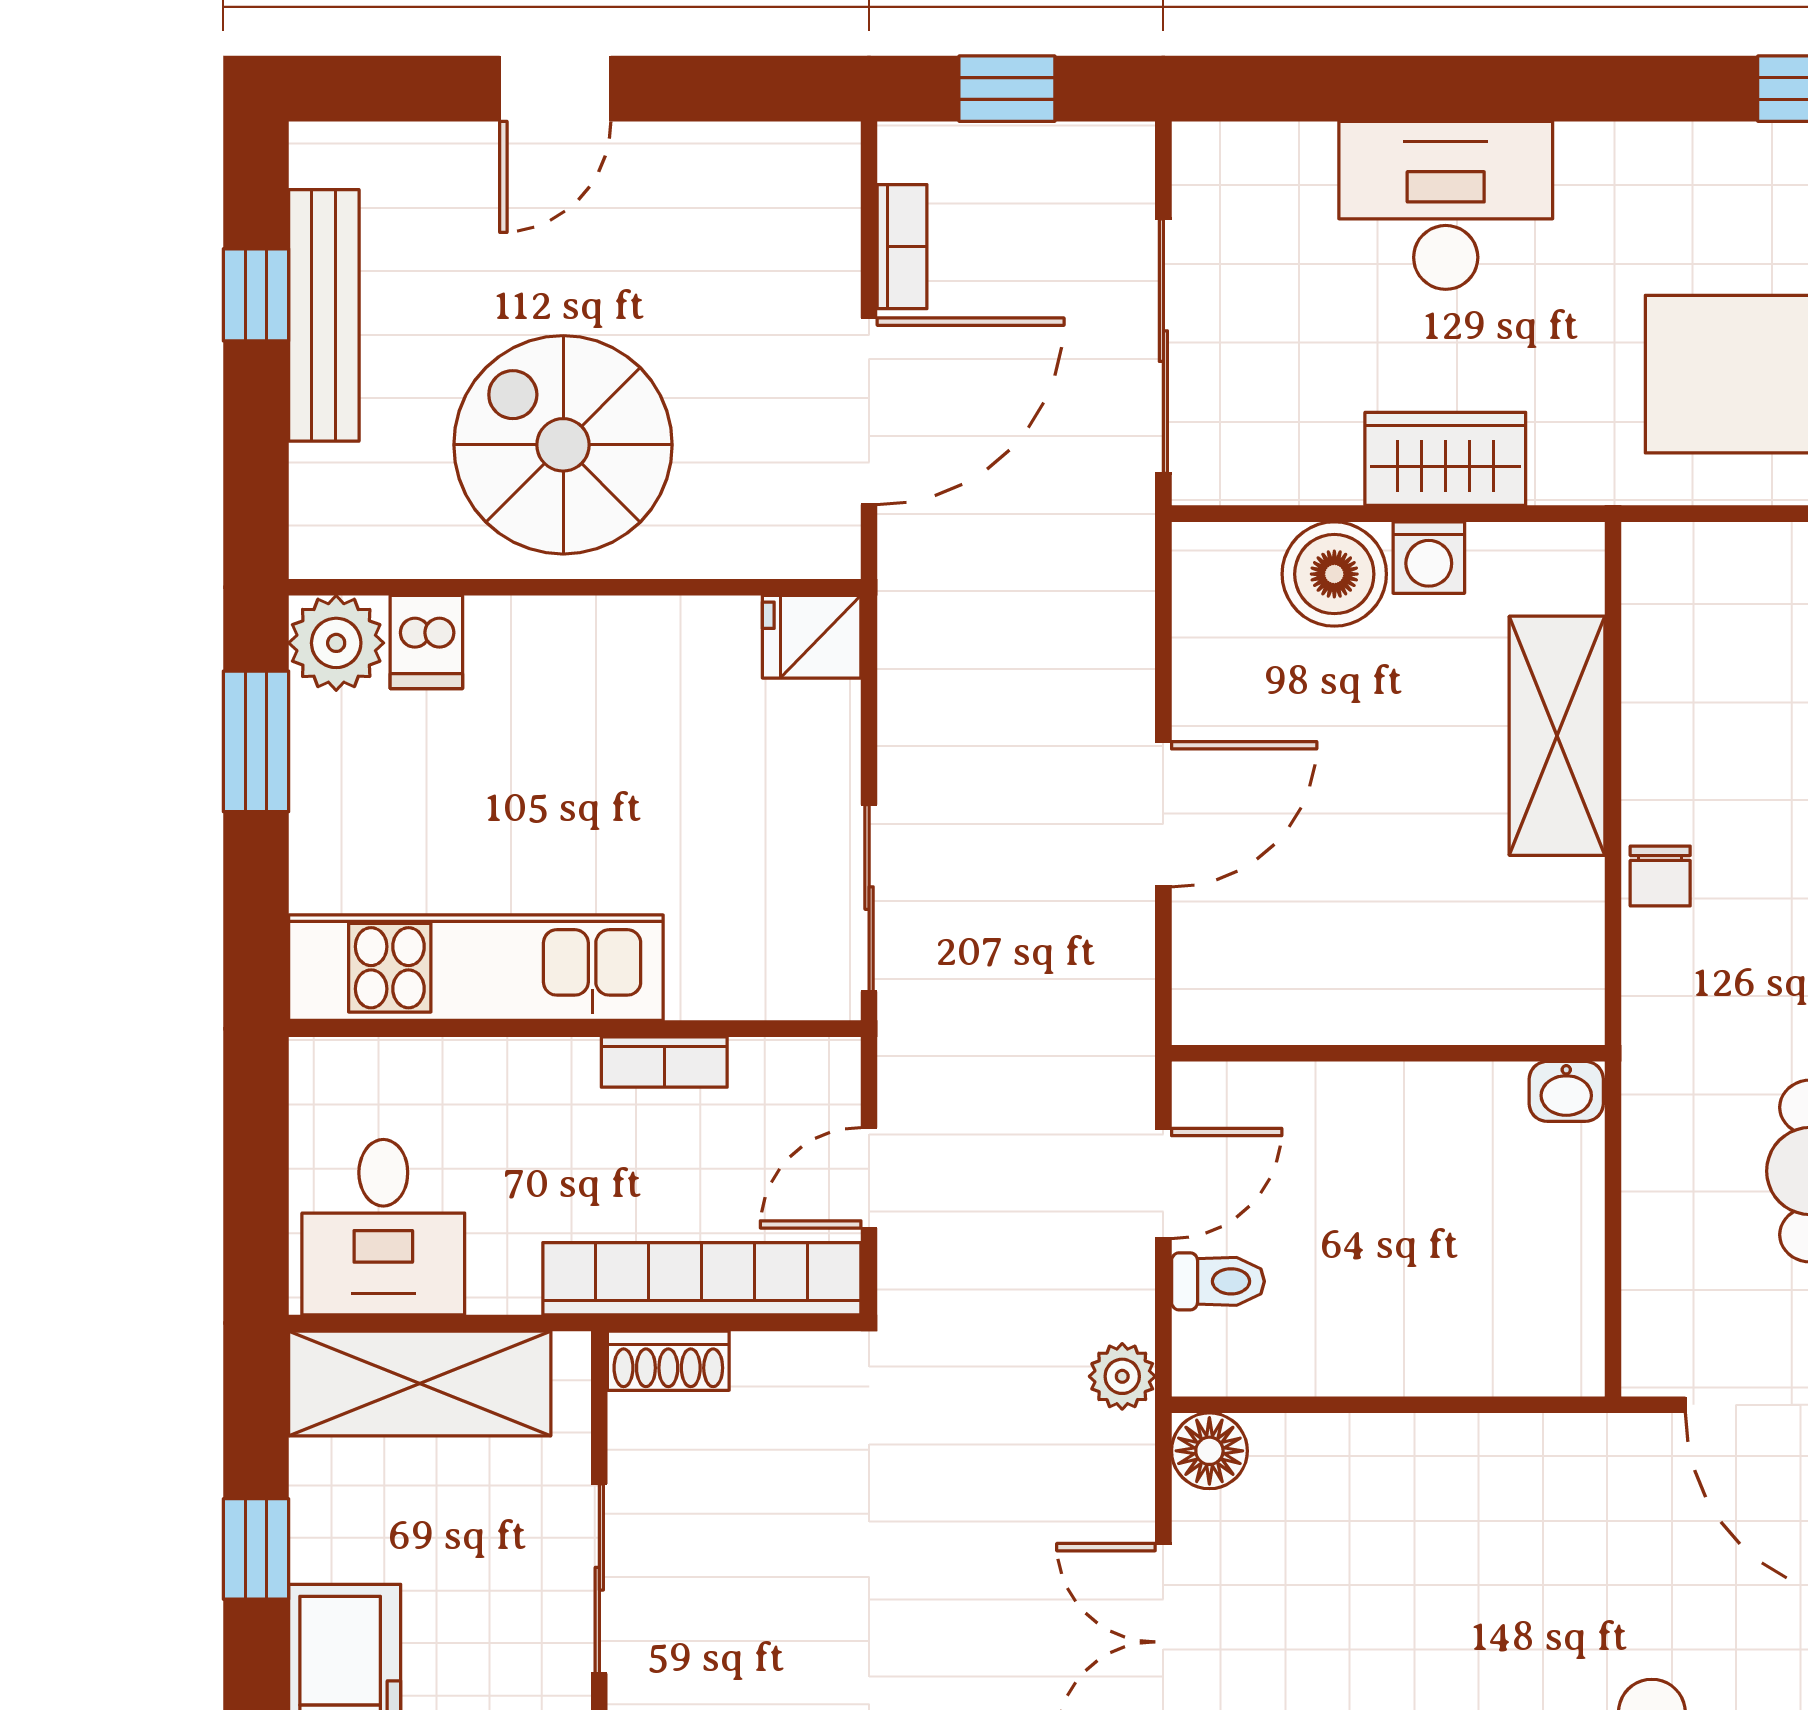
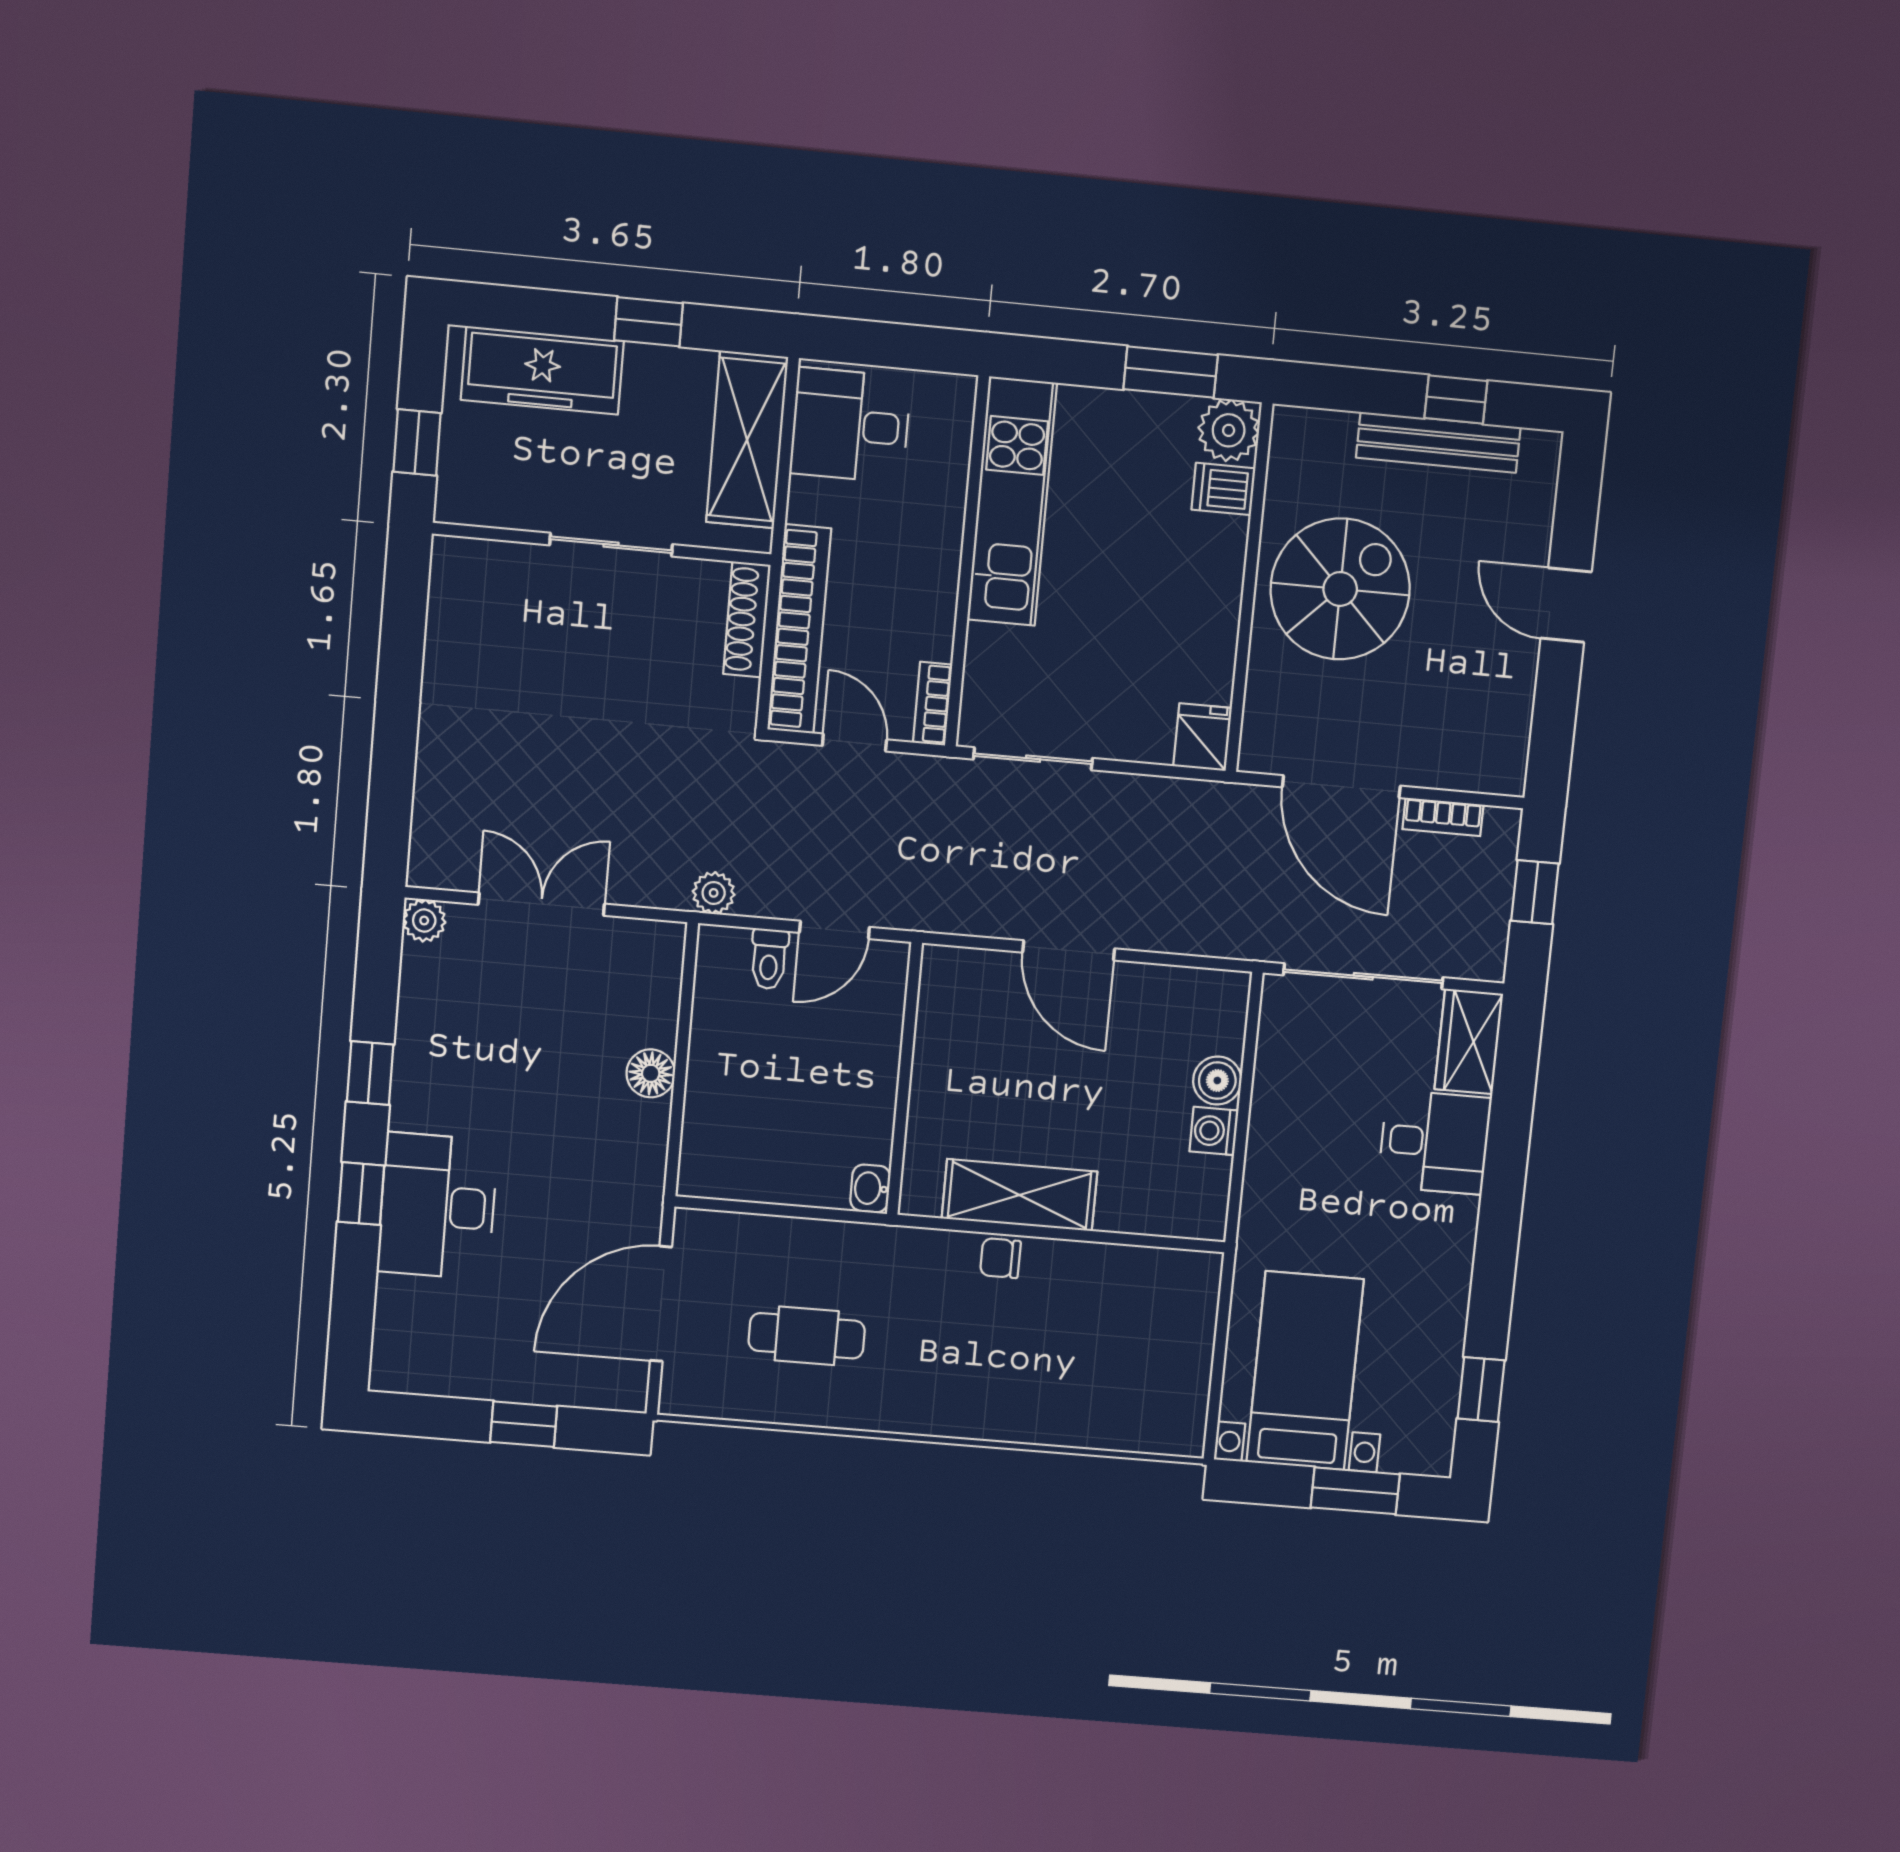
desk: (1446, 205) -> (1435, 1142), width x0.73
wardrobe: (1445, 459) -> (1469, 1041), moved, turned 180
boiler: (1334, 574) -> (1217, 1080), width x0.73, depth x0.73
shelving: (1557, 736) -> (1019, 1195), moved
bookcase: (664, 1062) -> (933, 704), moved
door: (1163, 1183) -> (834, 930), hinge flipped
shoe rack: (668, 1361) -> (747, 619), width x1.43
floor lamp: (1209, 1451) -> (651, 1073), moved

